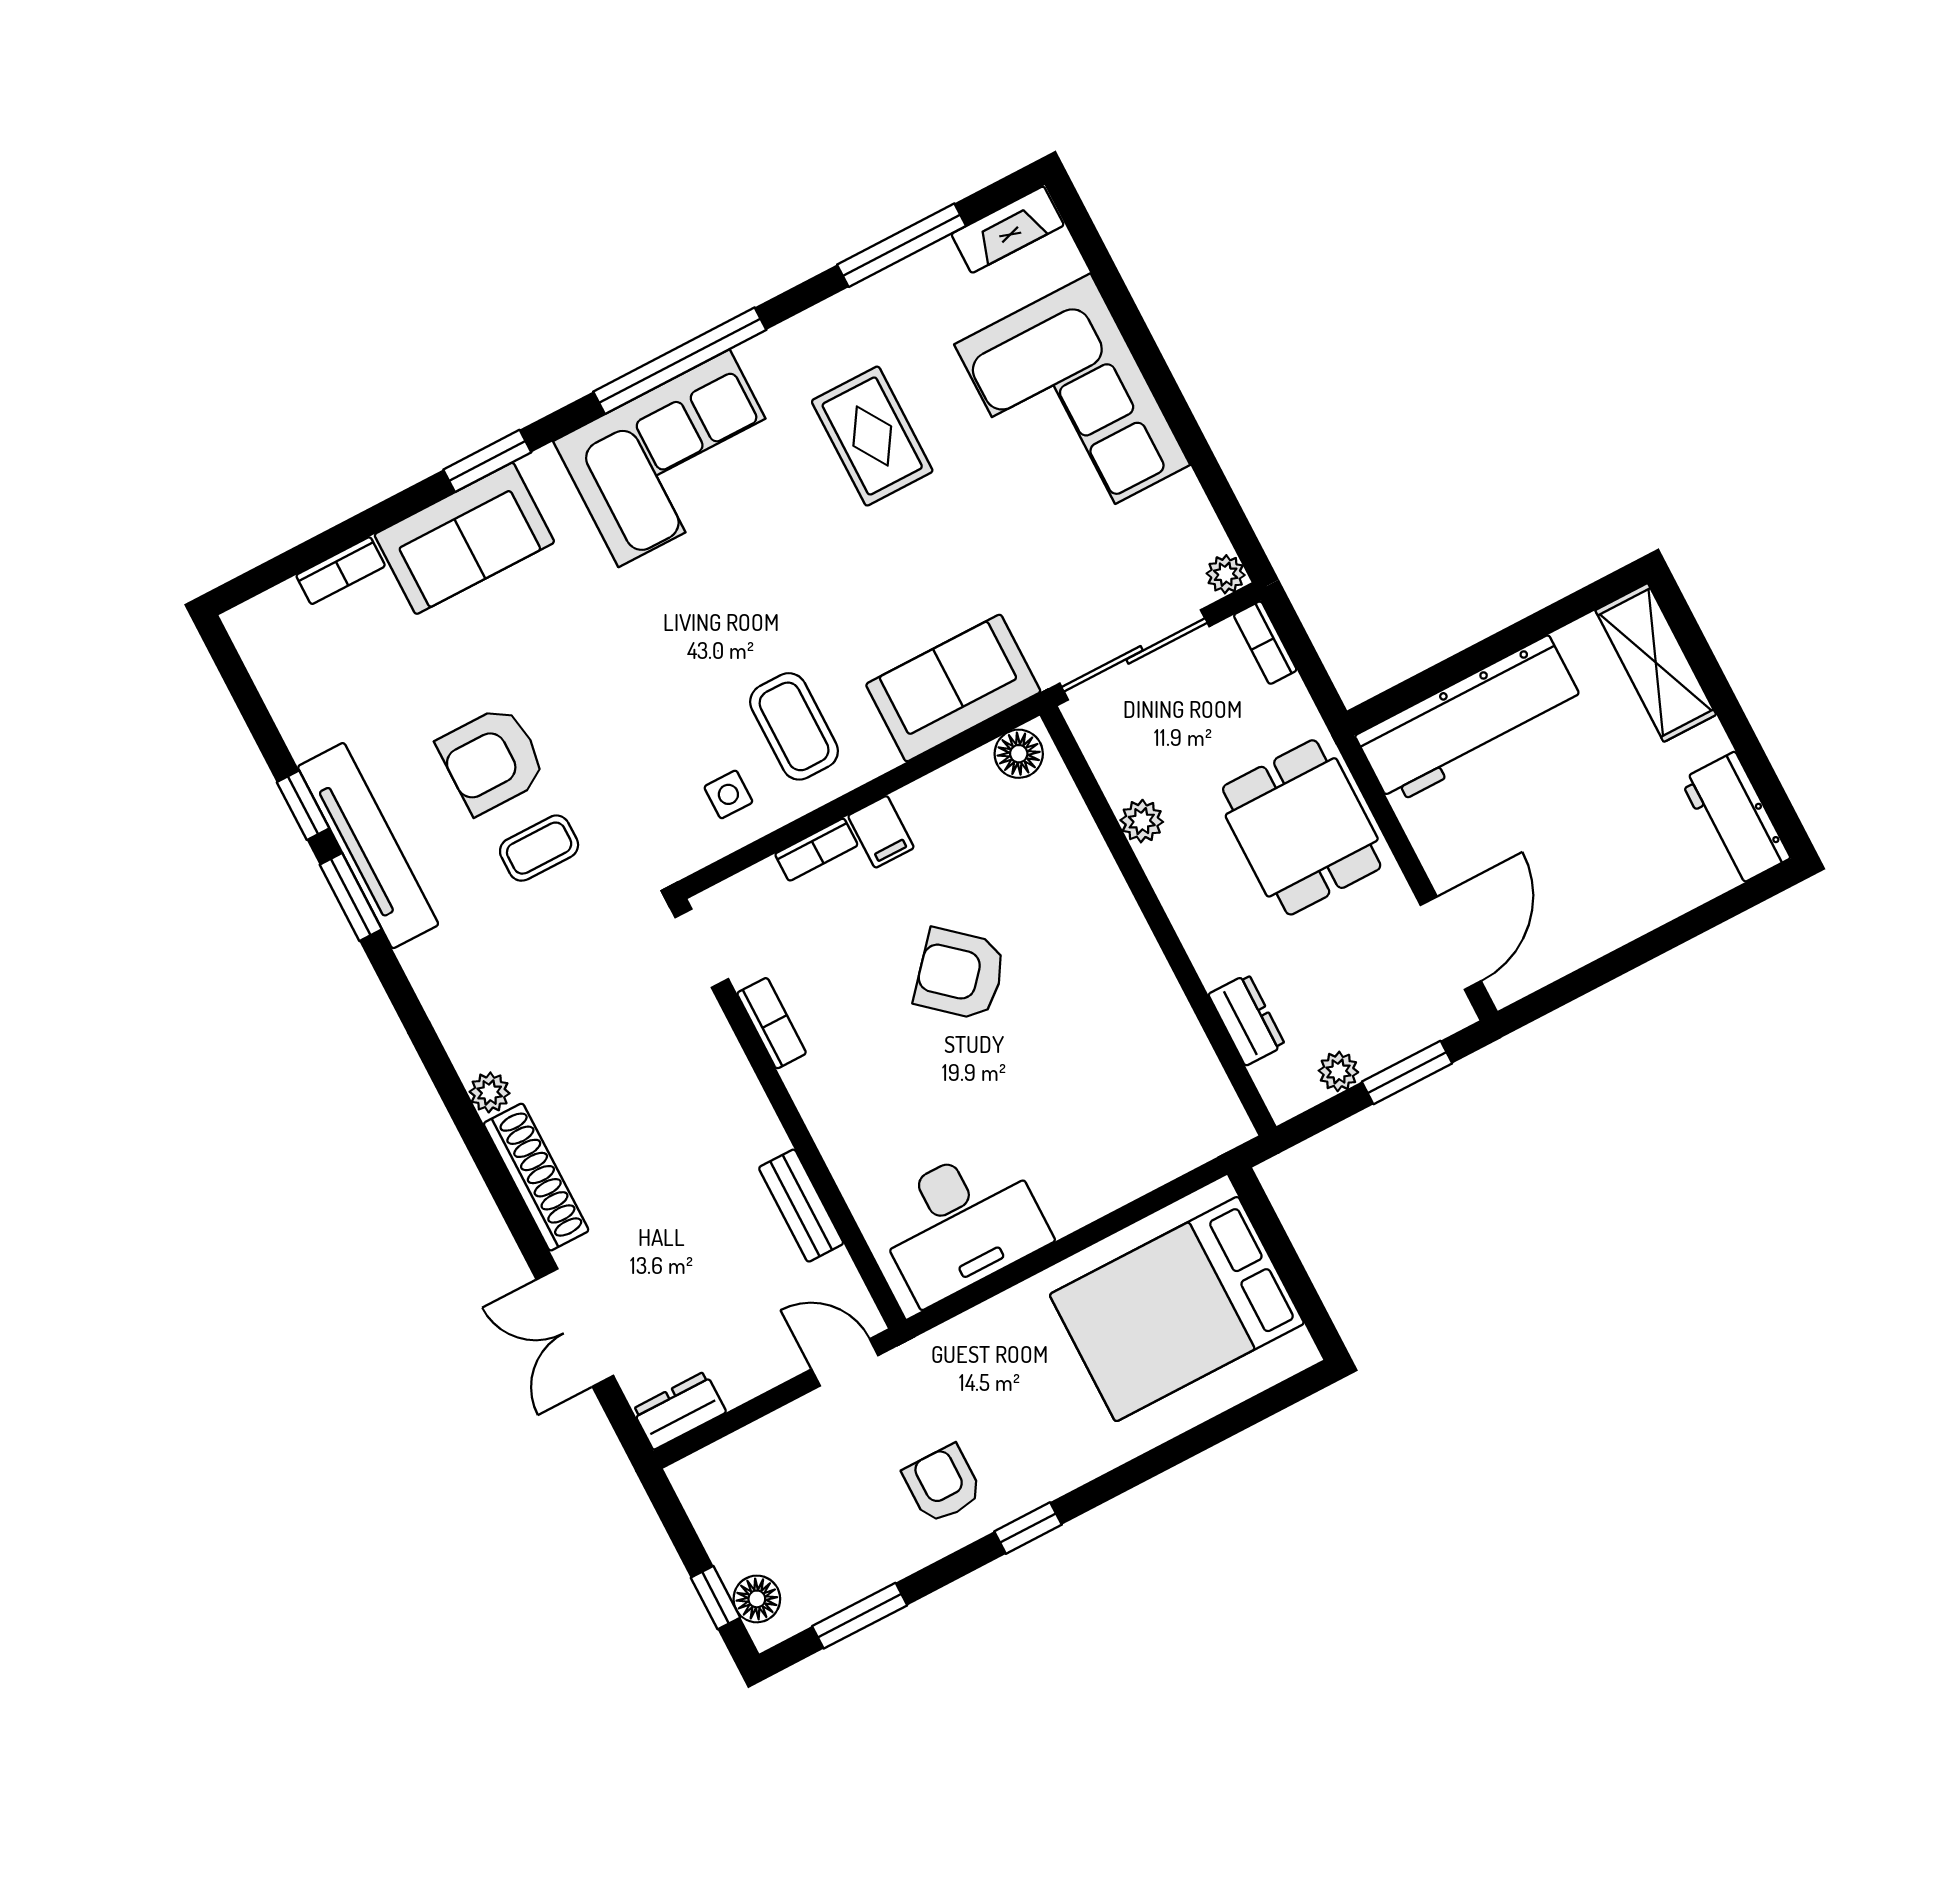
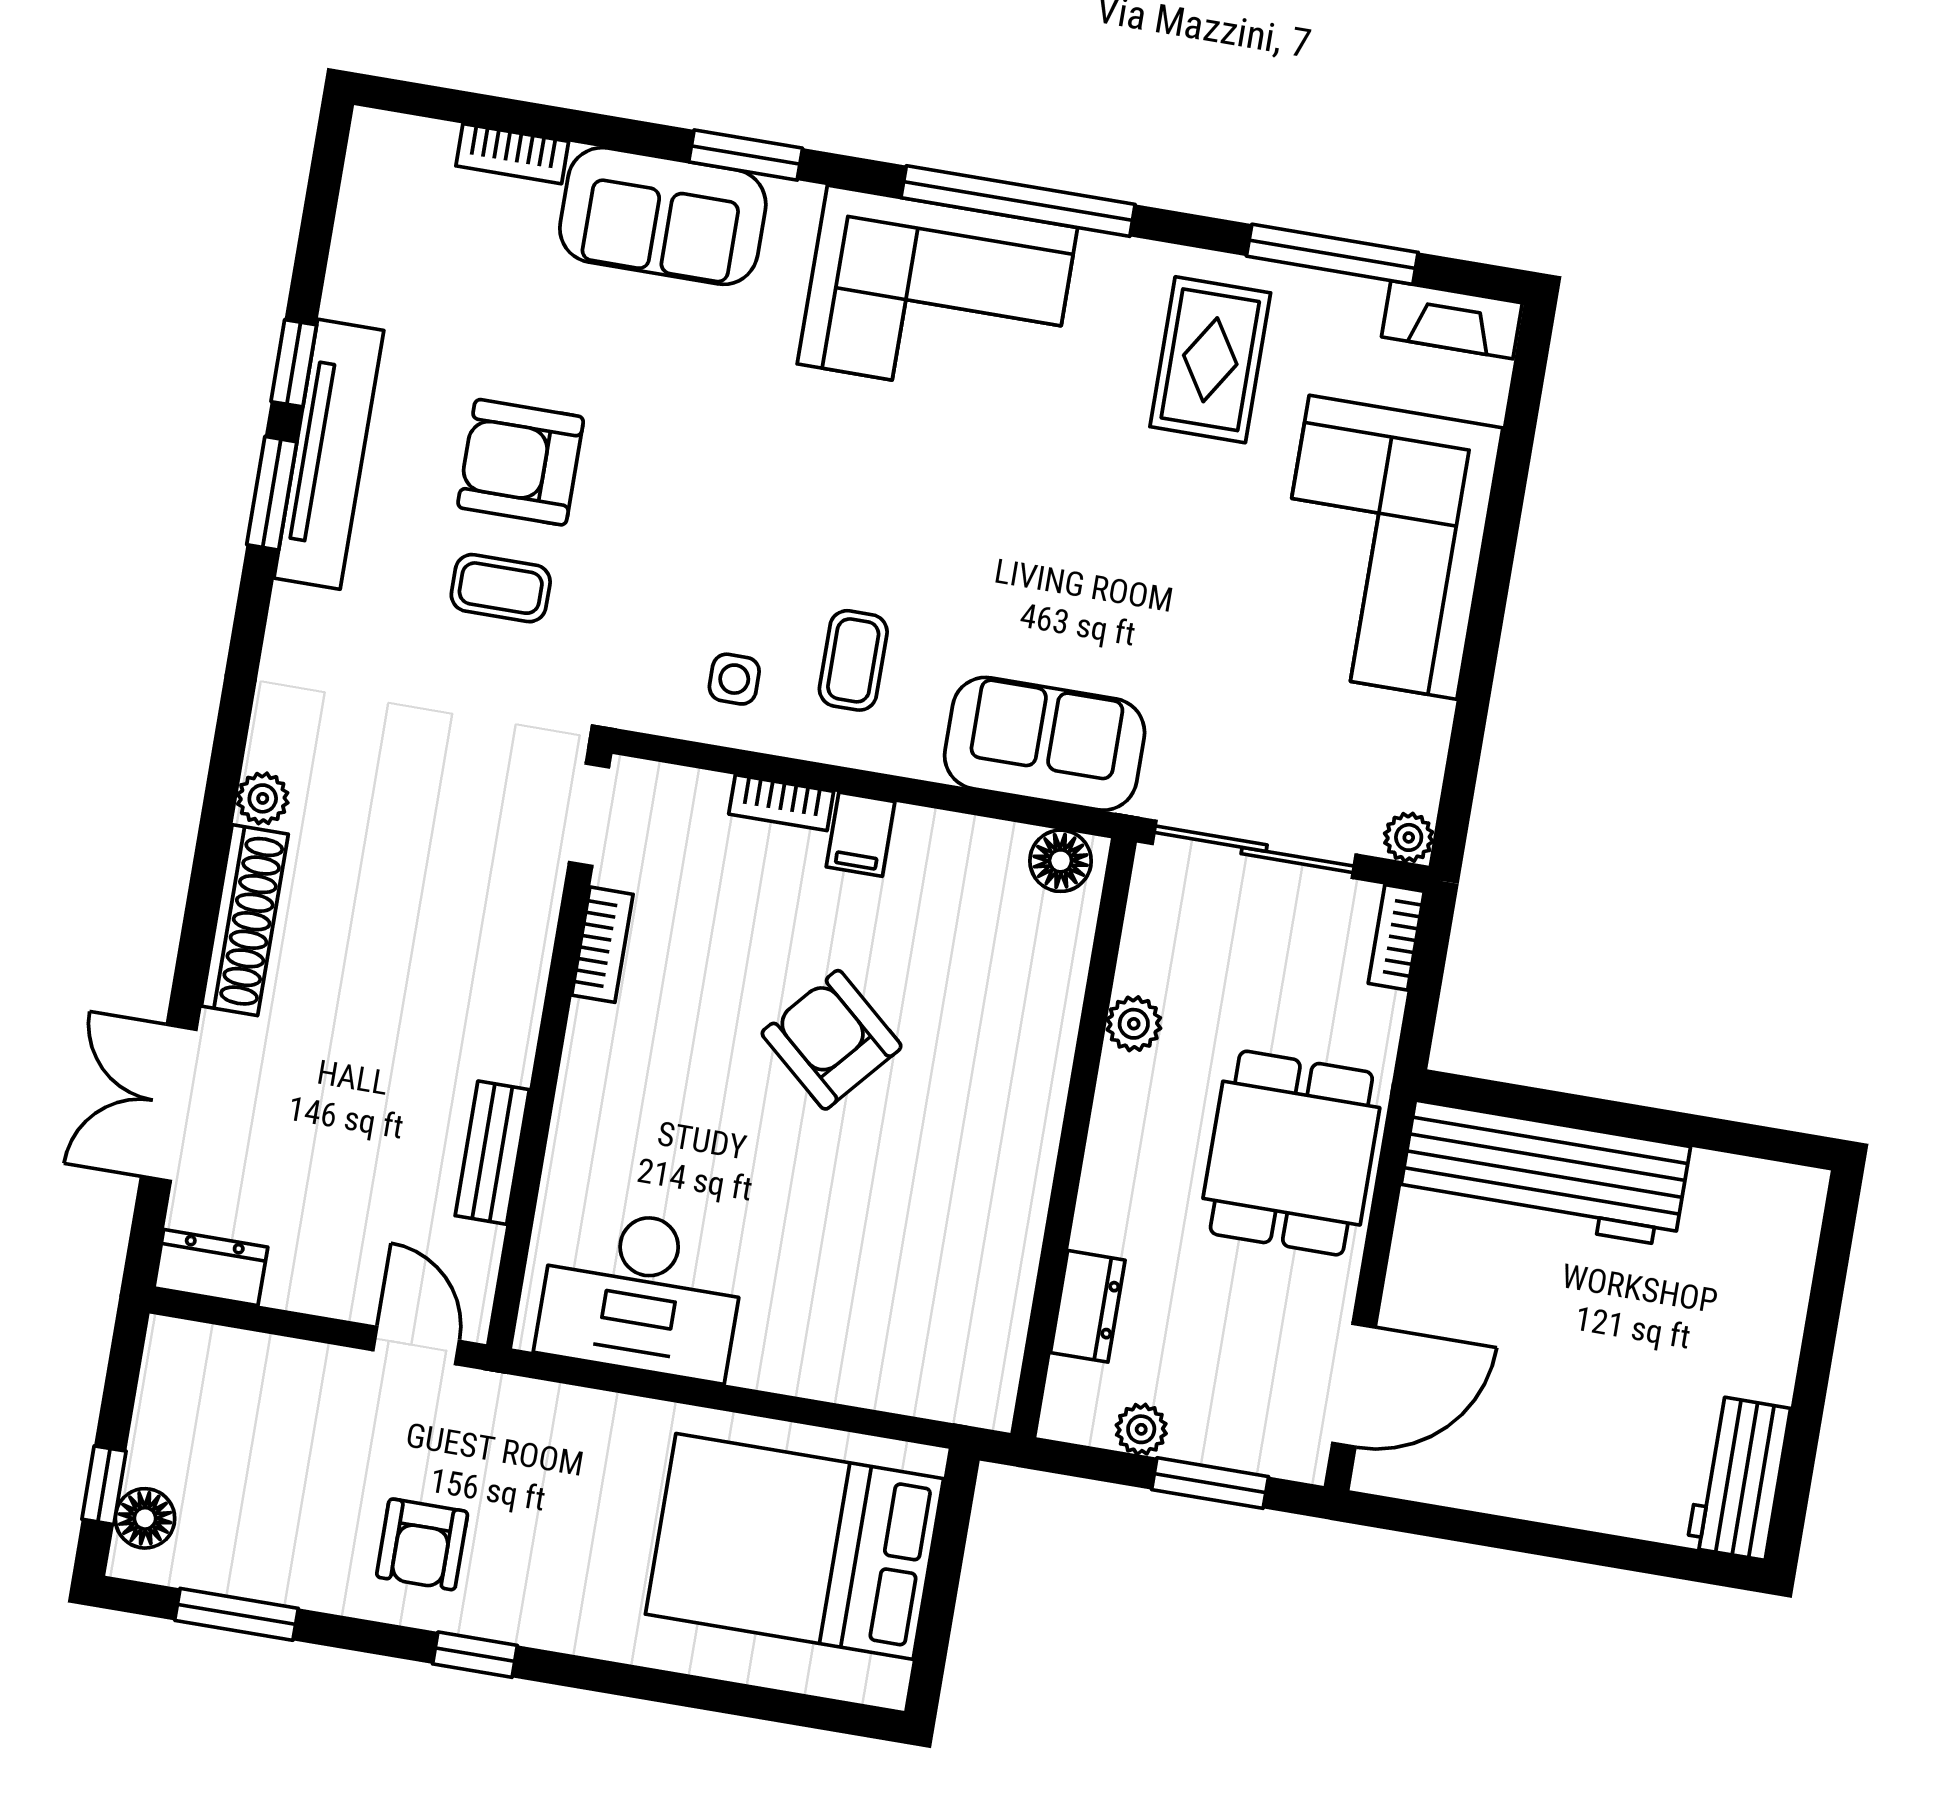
rug: (872, 436) -> (1210, 360), moved
shelving: (1656, 662) -> (1778, 1258), removed
coffee table: (794, 726) -> (853, 660), width x0.73, depth x0.77
armchair: (943, 1484) -> (422, 1544), turned 180

